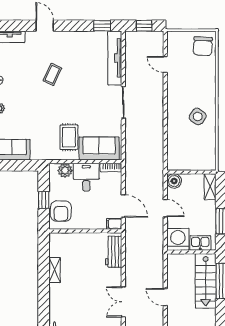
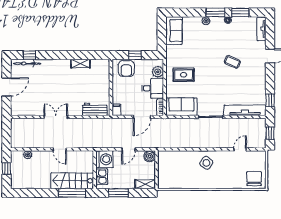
chair: (203, 46) -> (254, 179), turned 87
side table: (198, 116) -> (206, 163), moved
sofa: (99, 148) -> (181, 107), moved, turned -90
door: (123, 206) -> (142, 117), moved
armchair: (61, 211) -> (126, 69), turned -90
door: (165, 297) -> (60, 149), swing flipped

